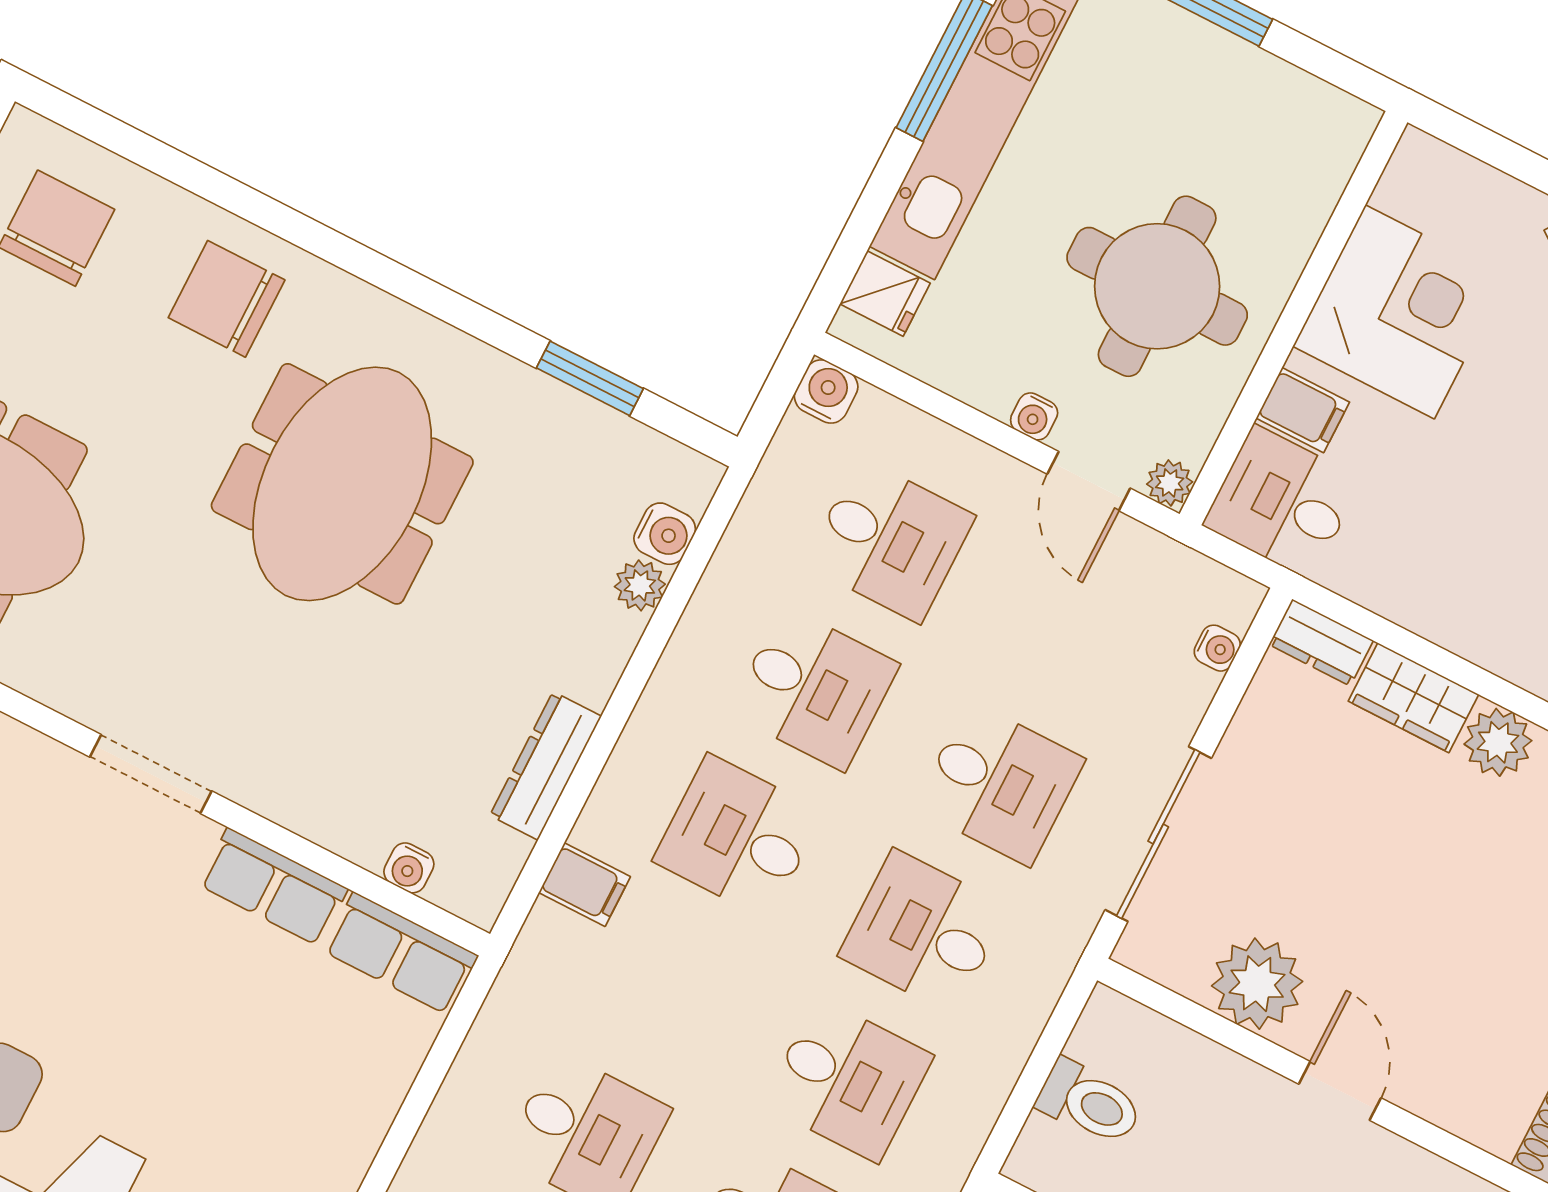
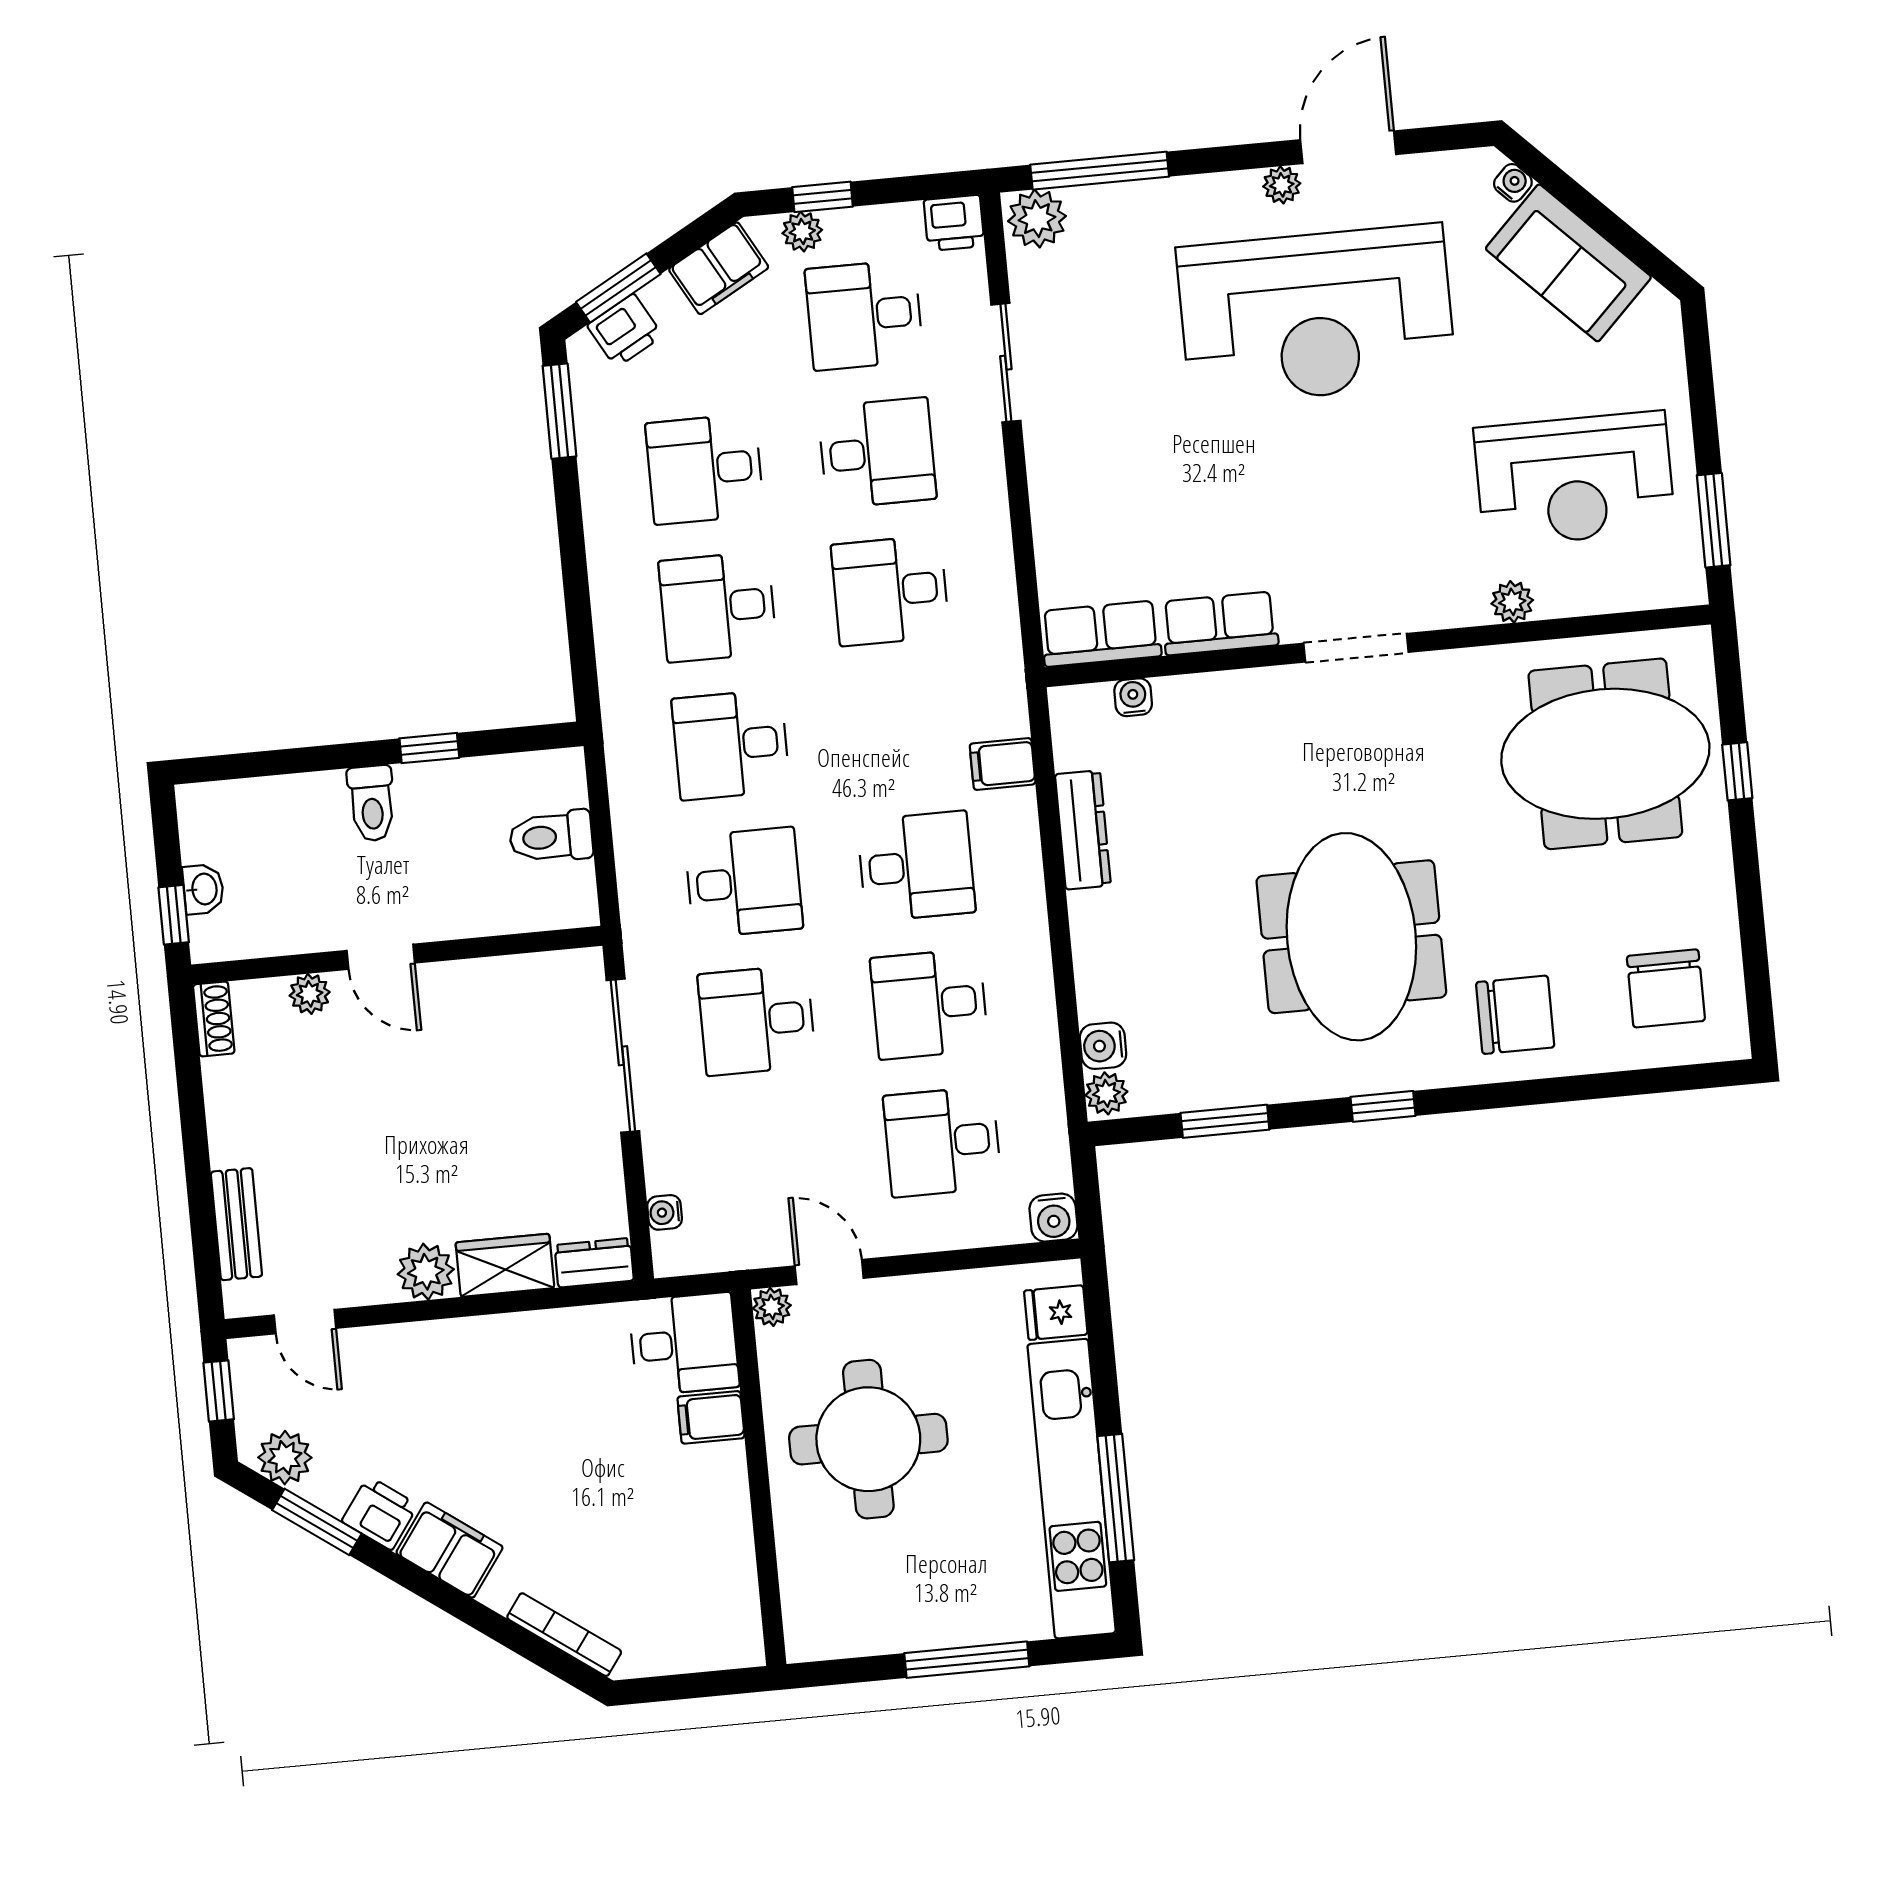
window: (420, 291) -> (1383, 1106), added
corner desk: (1400, 312) -> (687, 1530), removed
water cooler: (1034, 416) -> (896, 1293), removed
plant: (640, 585) -> (1106, 1093), moved
plant: (1257, 984) -> (310, 994), moved, width x0.53, depth x0.53

